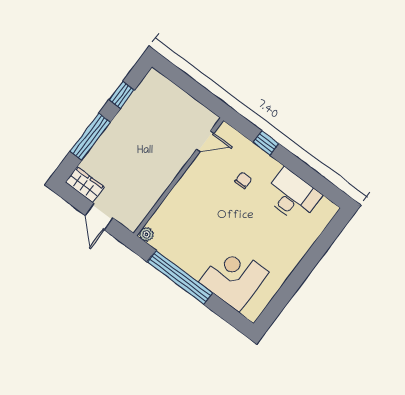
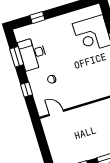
window: (310, 176) -> (17, 57), added
window: (320, 247) -> (37, 18), added

